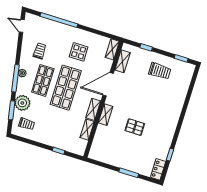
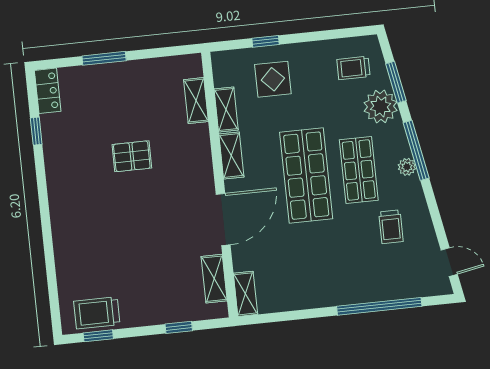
display table: (79, 52) -> (273, 79), moved
trolley: (160, 71) -> (97, 313), moved
shelving: (106, 115) -> (196, 101), moved

